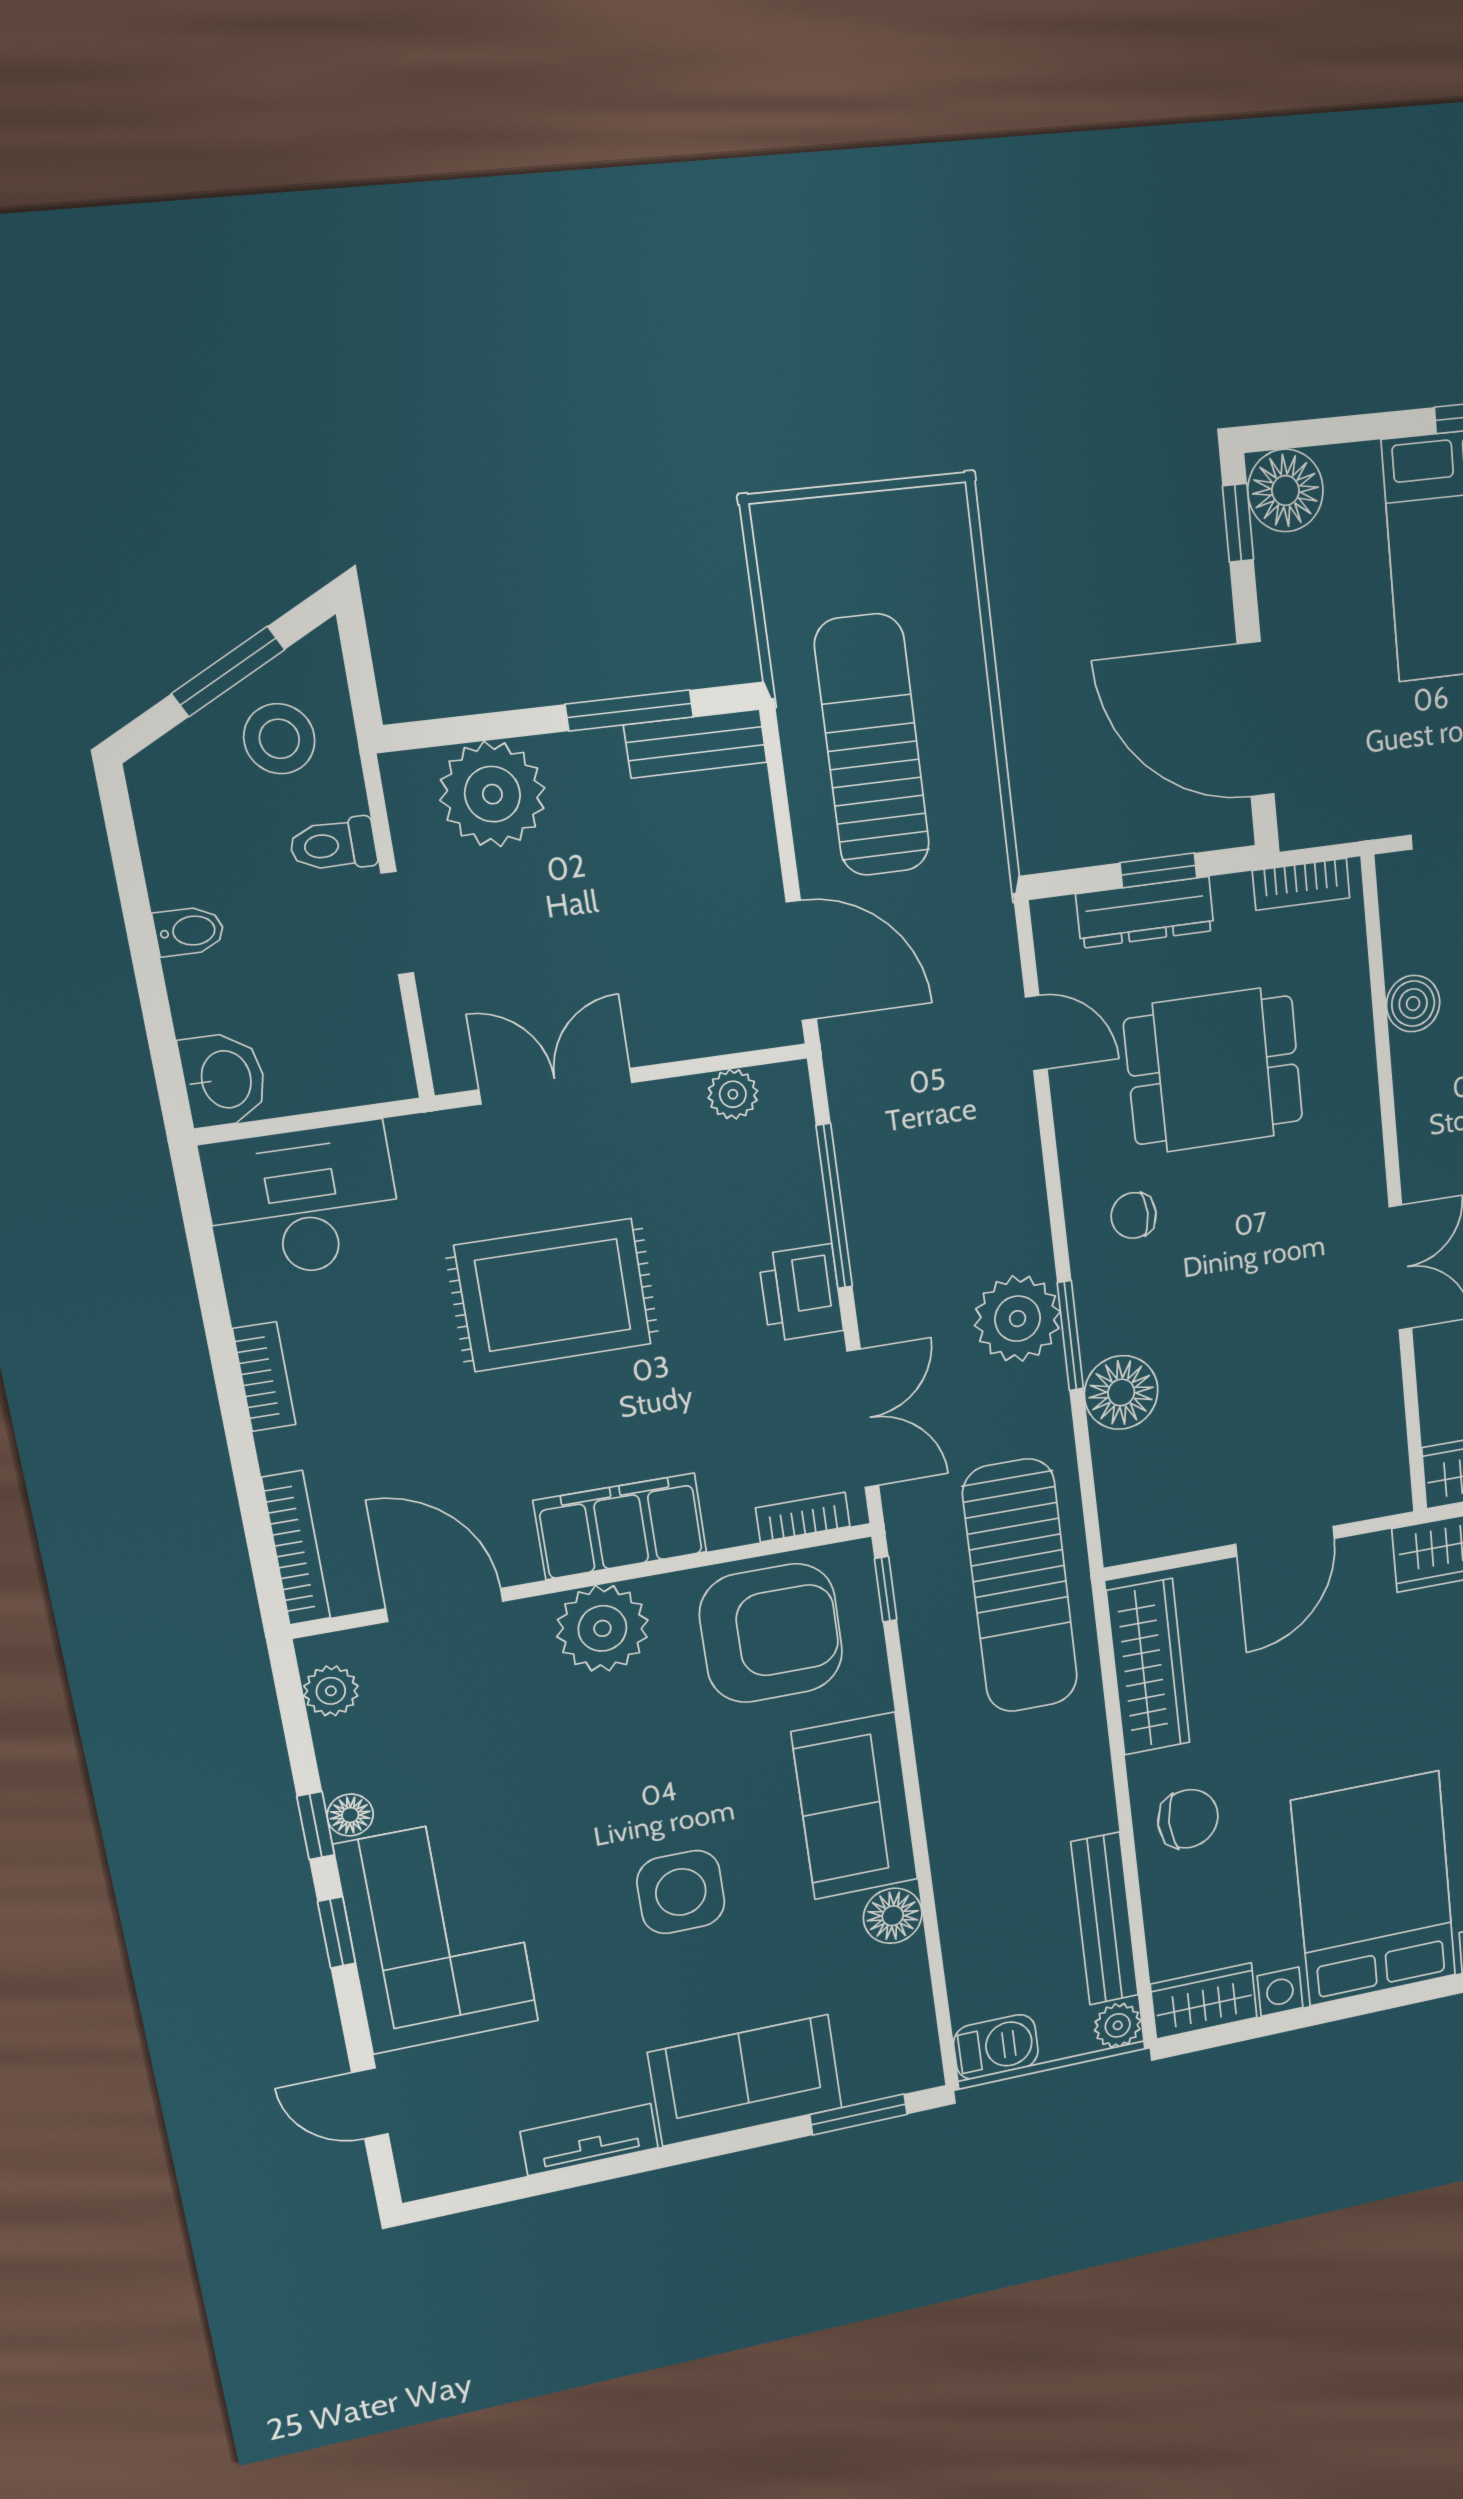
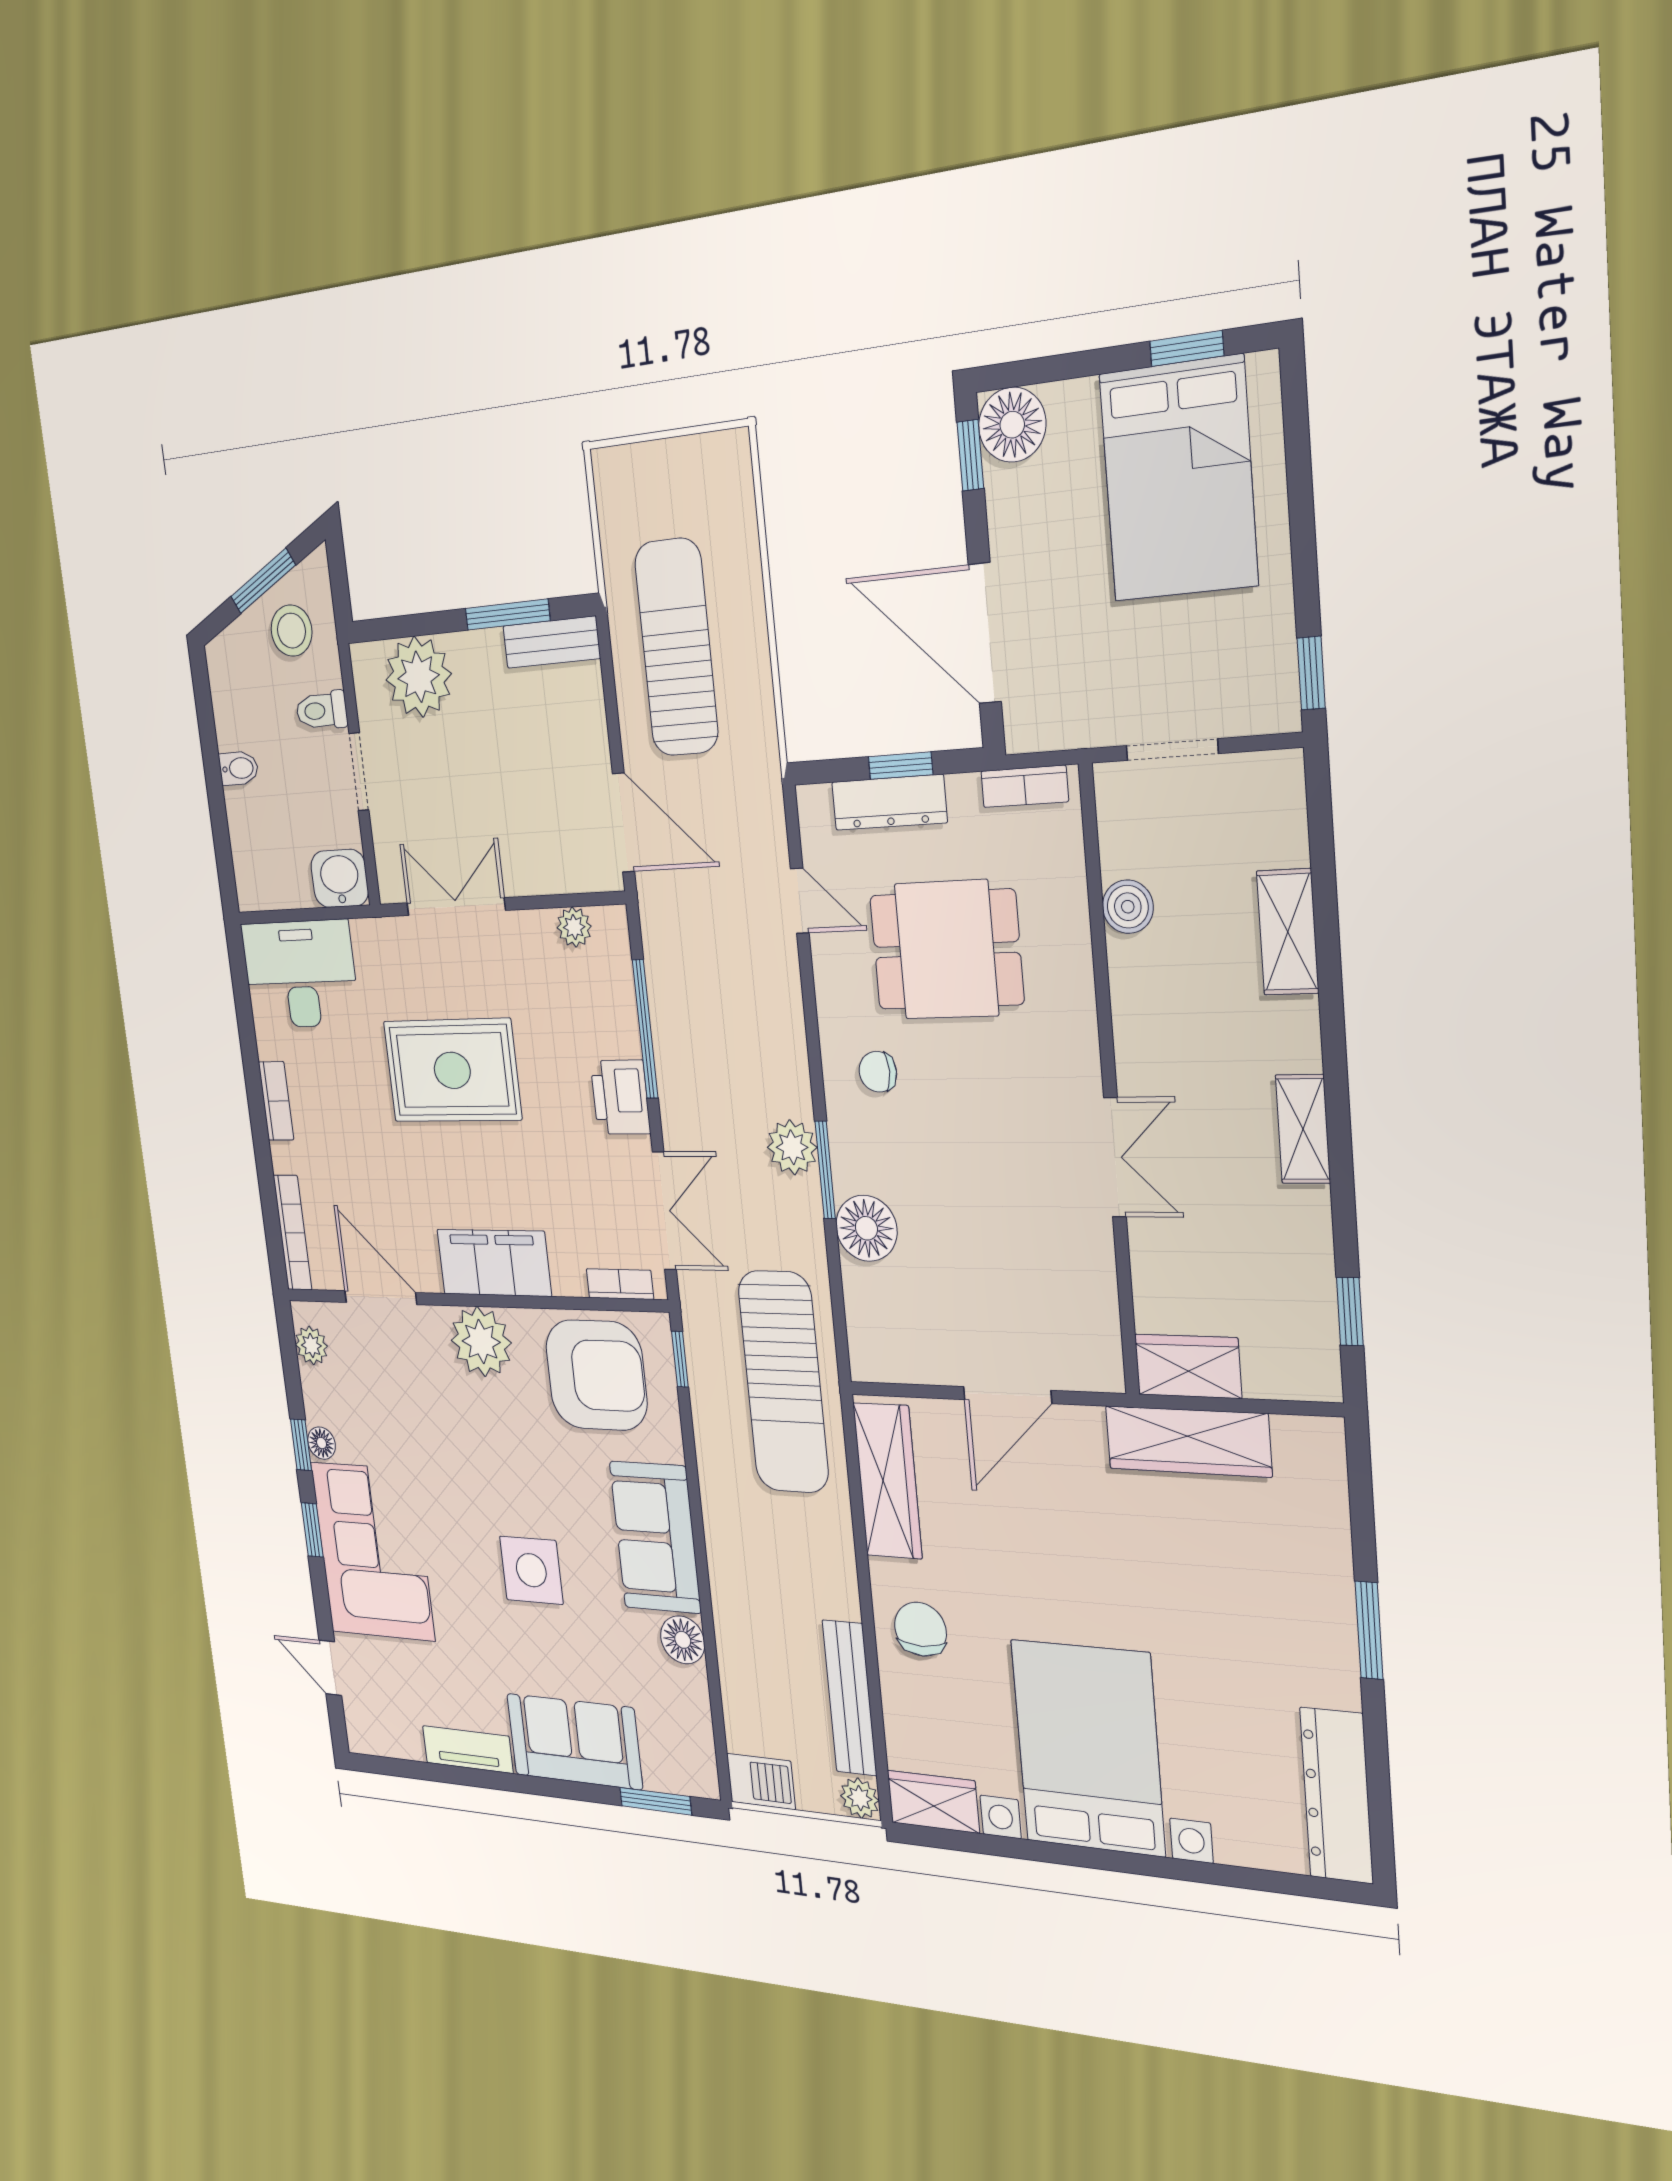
washbasin: (224, 1080) -> (340, 878), moved, turned -90
plant: (1018, 1319) -> (792, 1147), width x0.73, depth x0.73
chair: (1188, 1819) -> (920, 1629), turned -90

